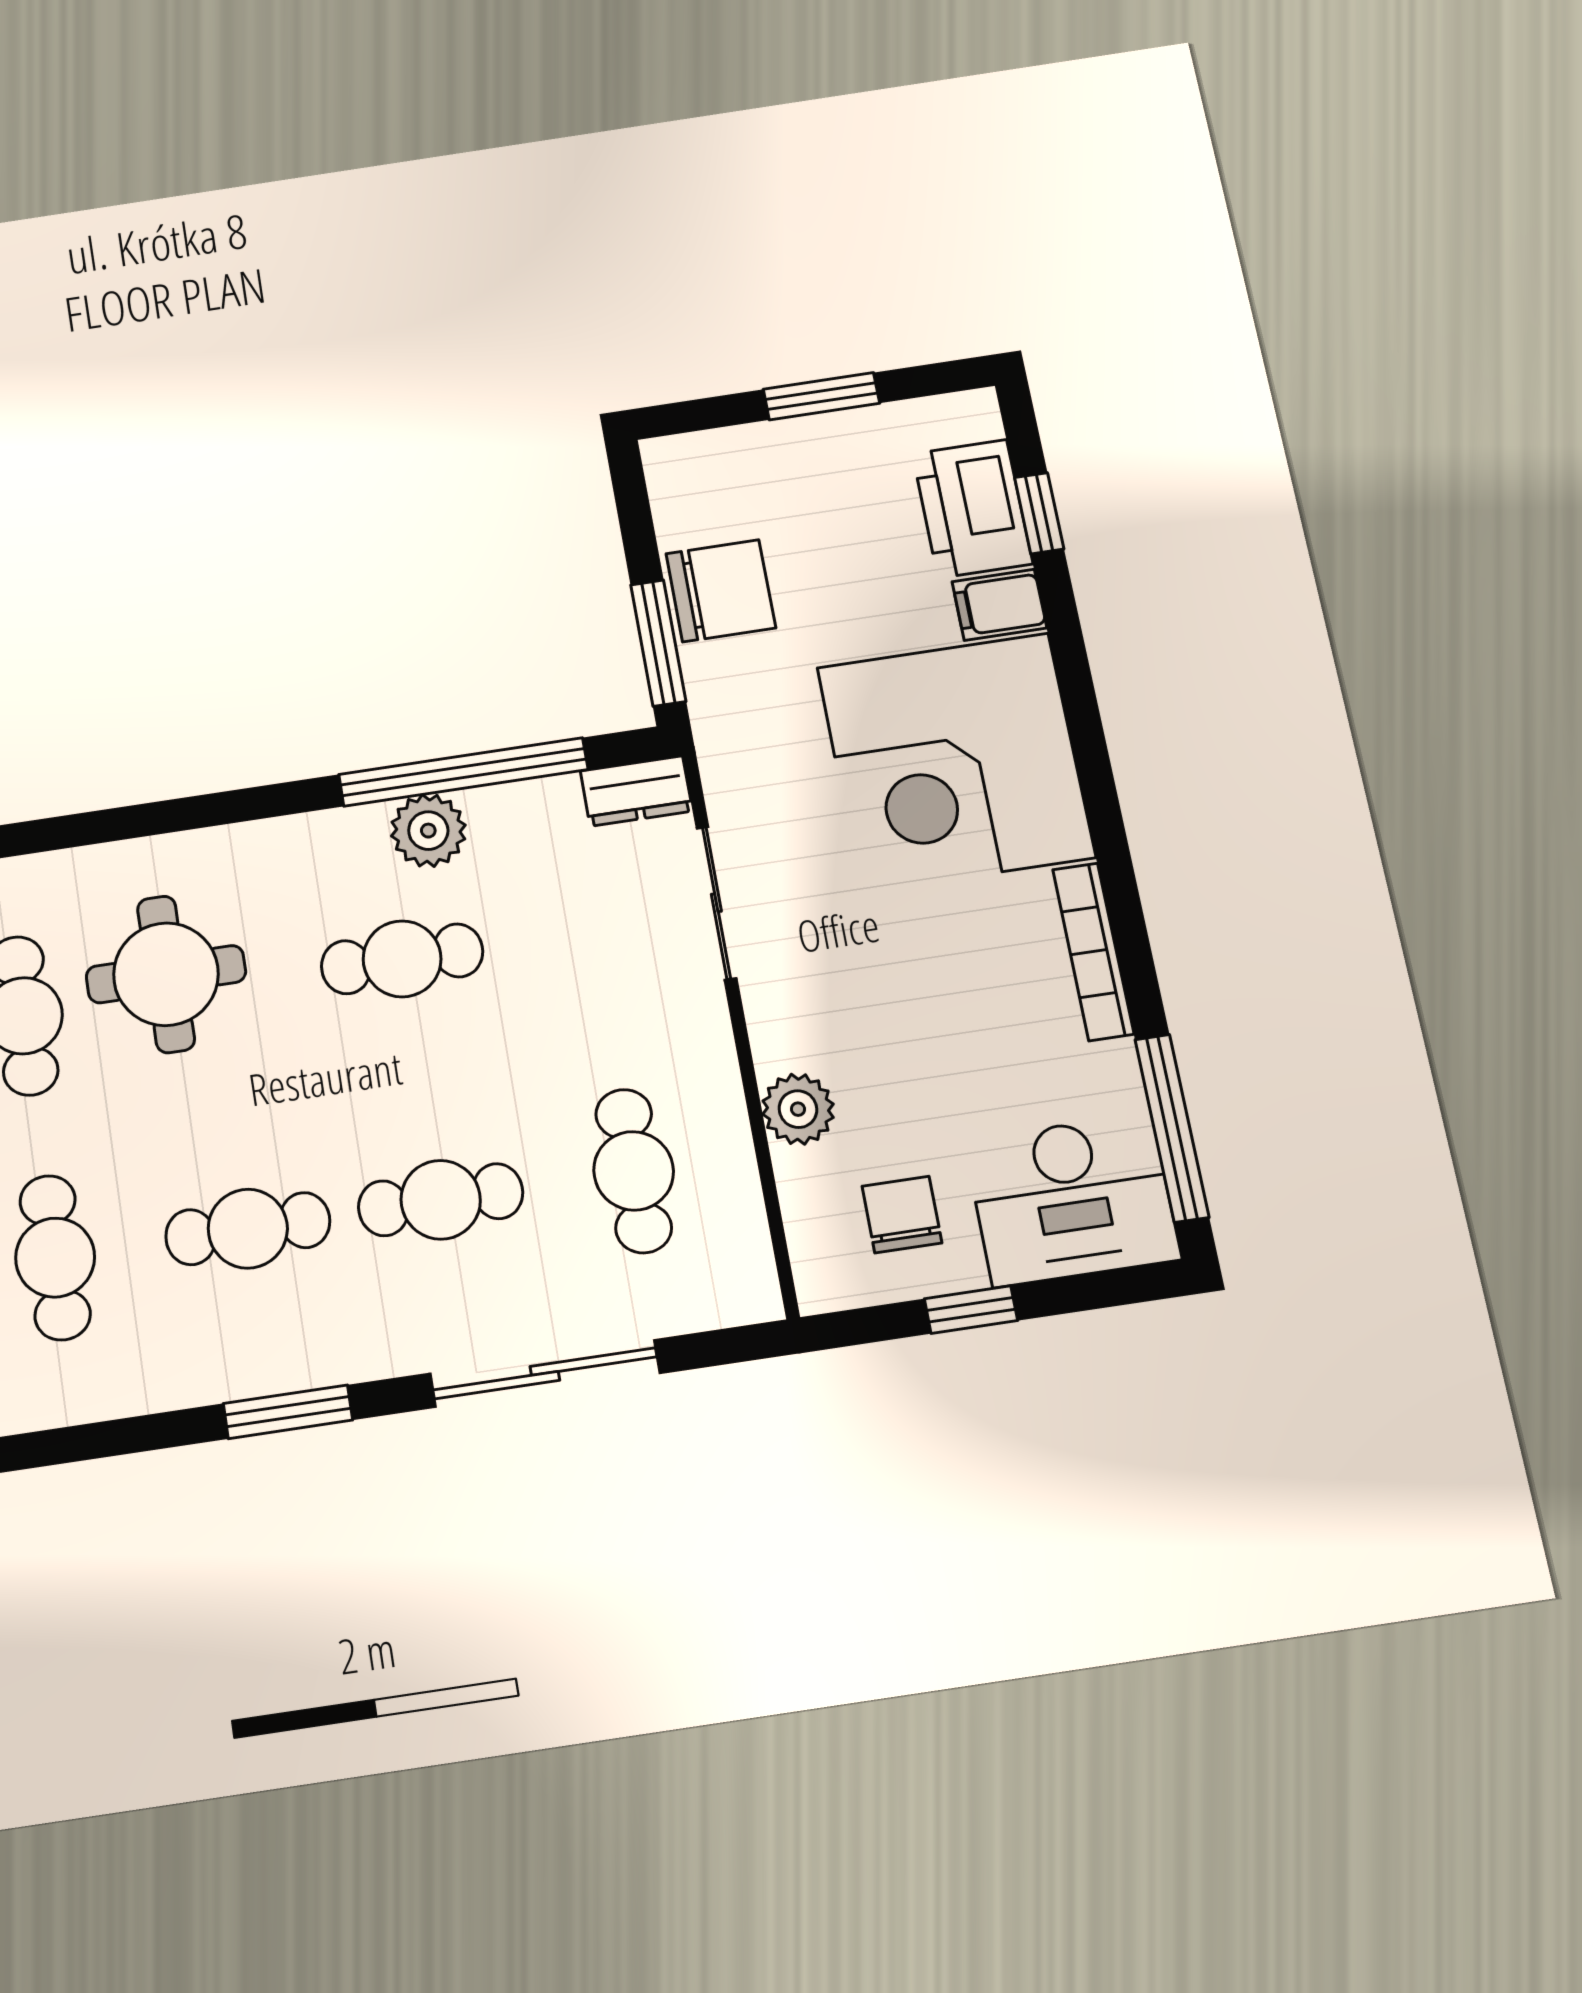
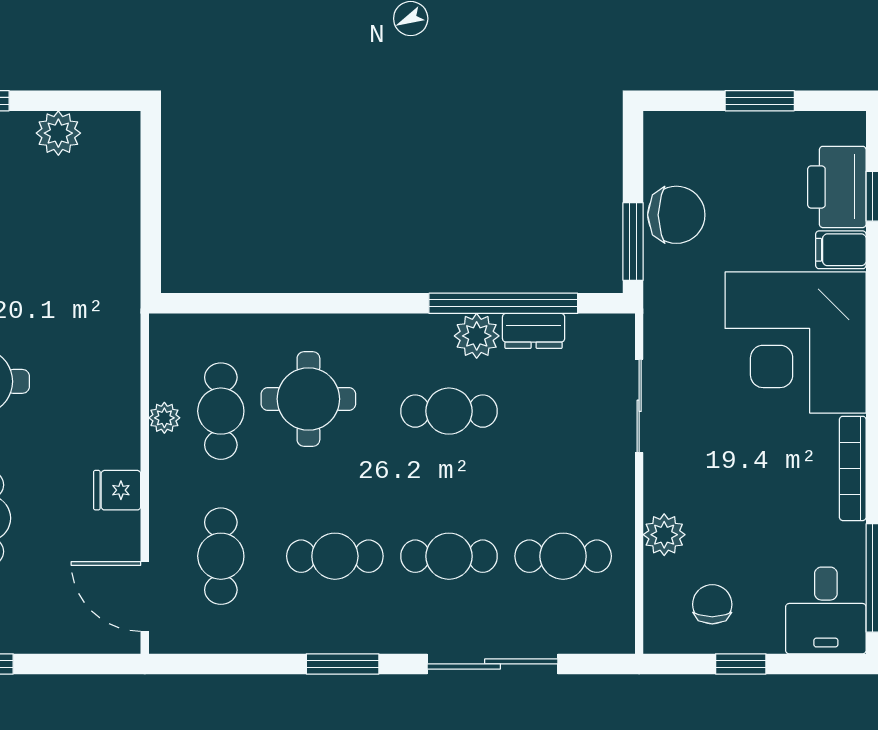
dresser: (636, 791) -> (534, 331), moved
cafe table: (634, 1171) -> (563, 556), turned 90
desk: (1072, 1200) -> (826, 610), width x0.73

